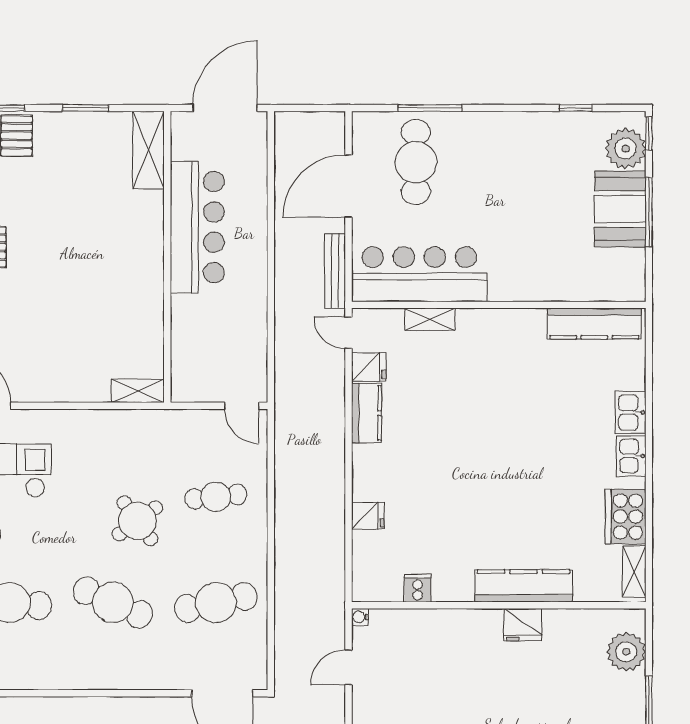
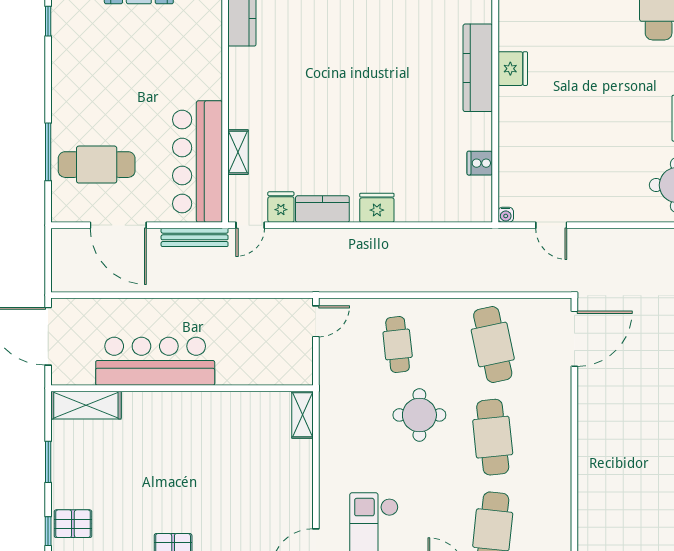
fridge: (368, 516) -> (377, 208), moved, width x1.38
round table: (137, 521) -> (419, 415), turned 36
cafe table: (113, 602) -> (493, 437), turned -30

